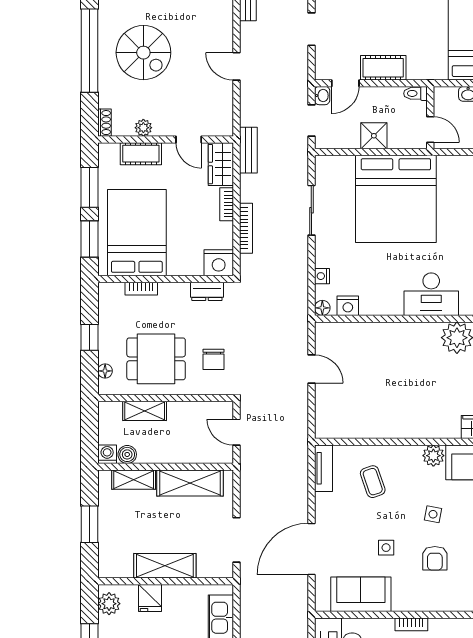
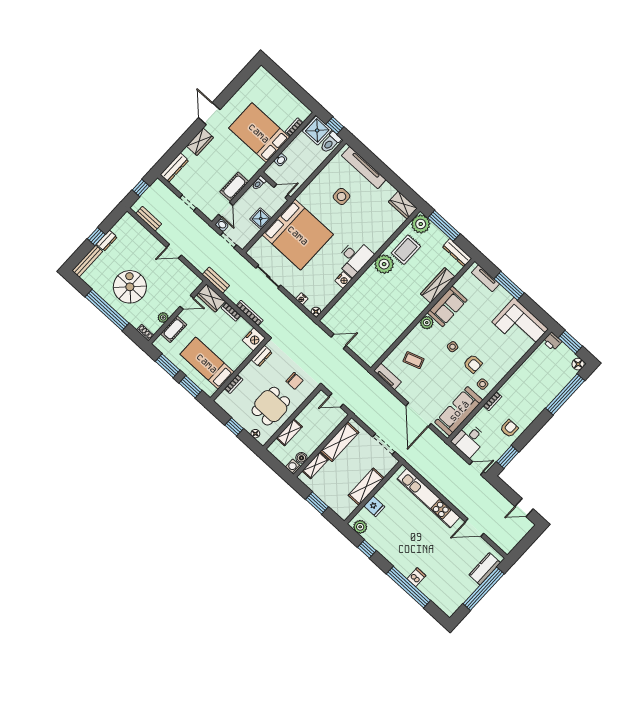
spiral stairs: (143, 53) -> (130, 287), turned -90
bed: (137, 233) -> (207, 363), width x0.67
nightstand: (348, 306) -> (343, 280), moved
side table: (386, 548) -> (483, 384), moved
sofa: (361, 594) -> (459, 411), width x1.36

